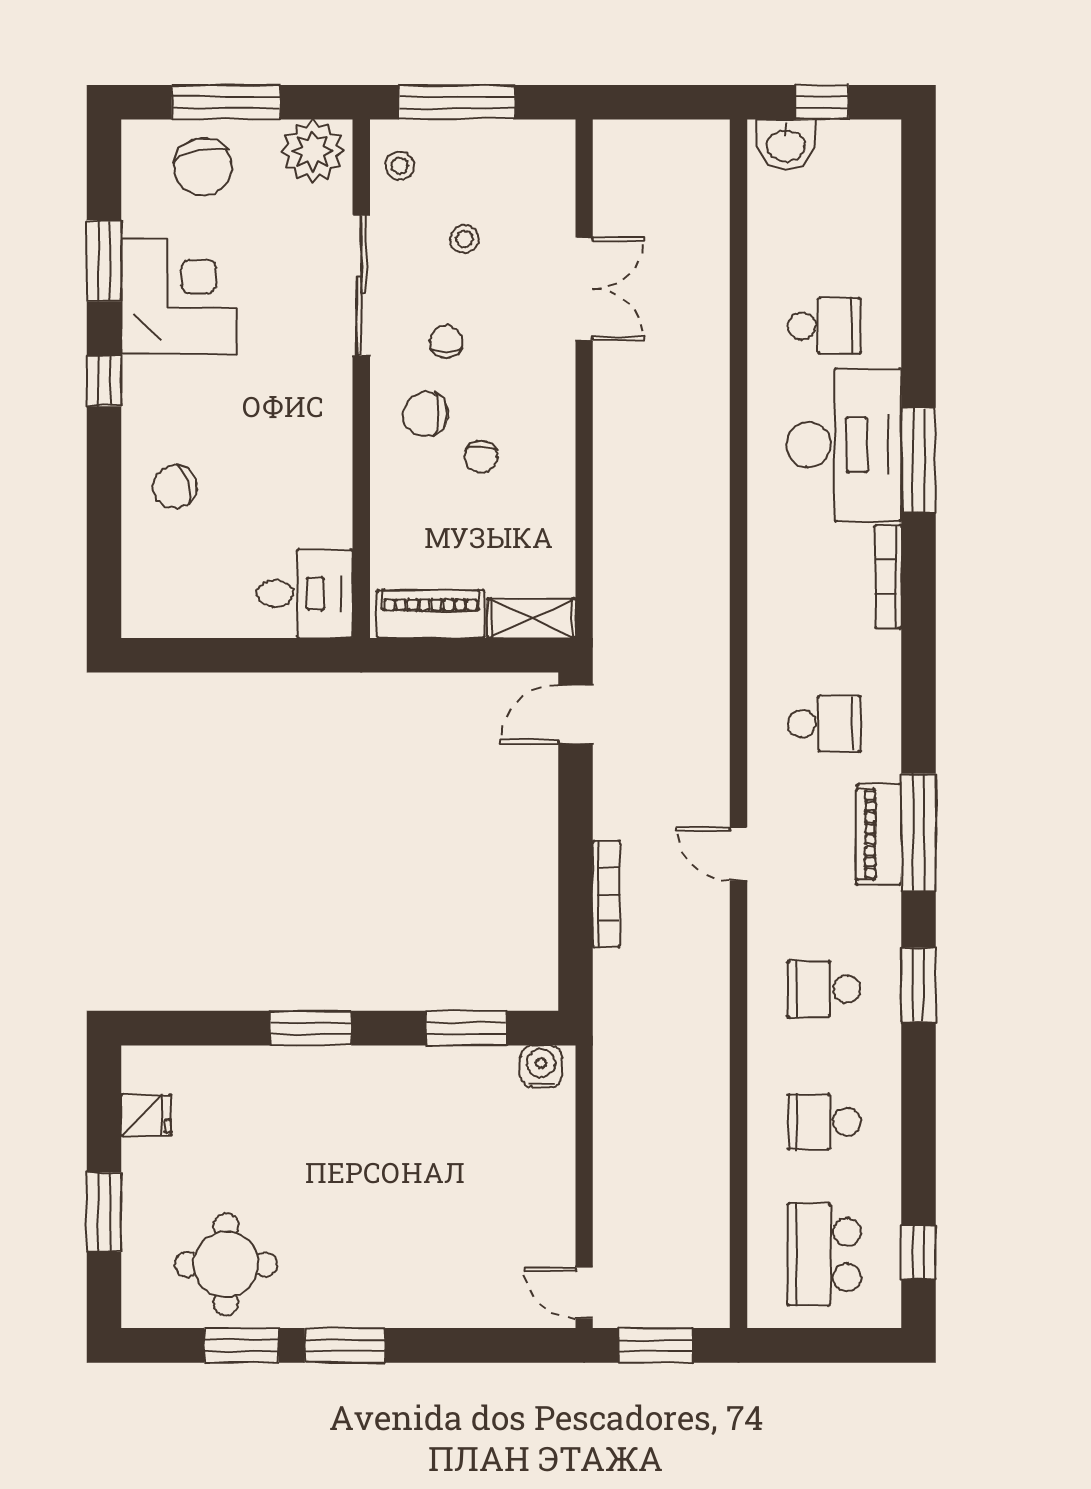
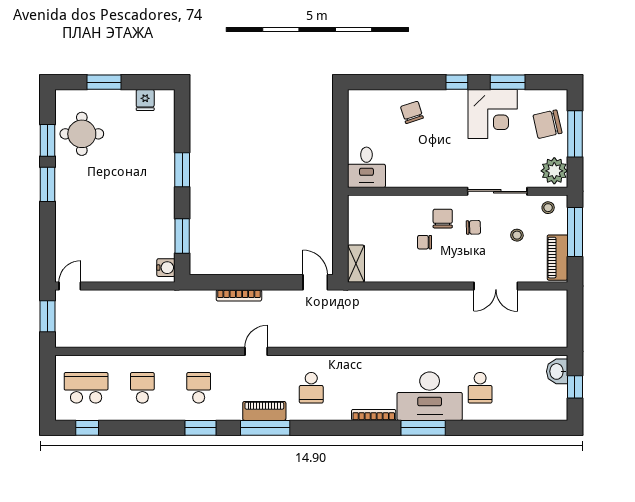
piano: (431, 614) -> (558, 258), moved, turned 180

